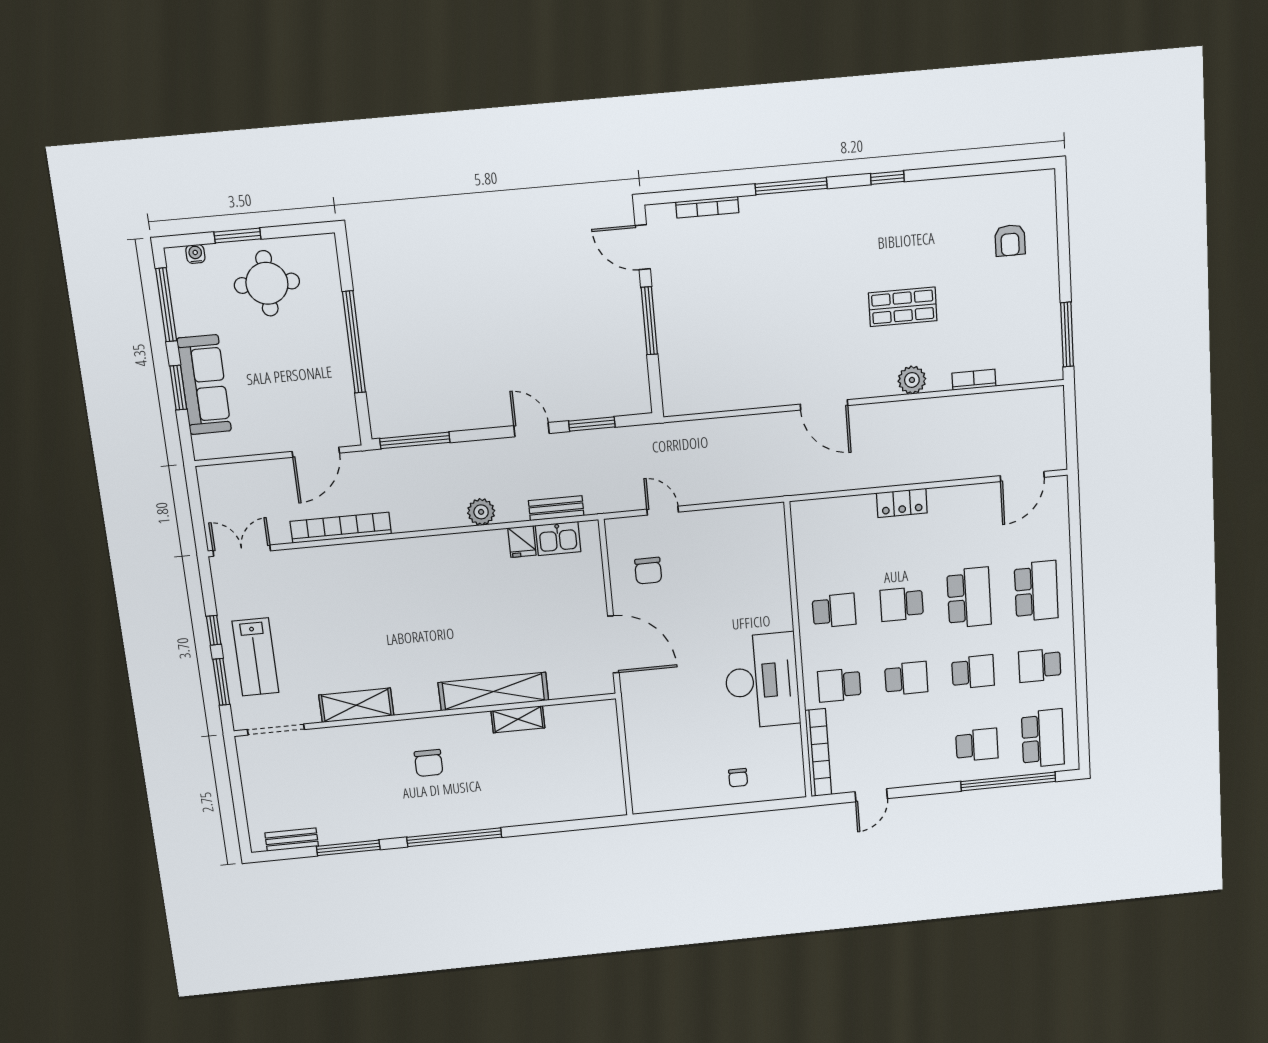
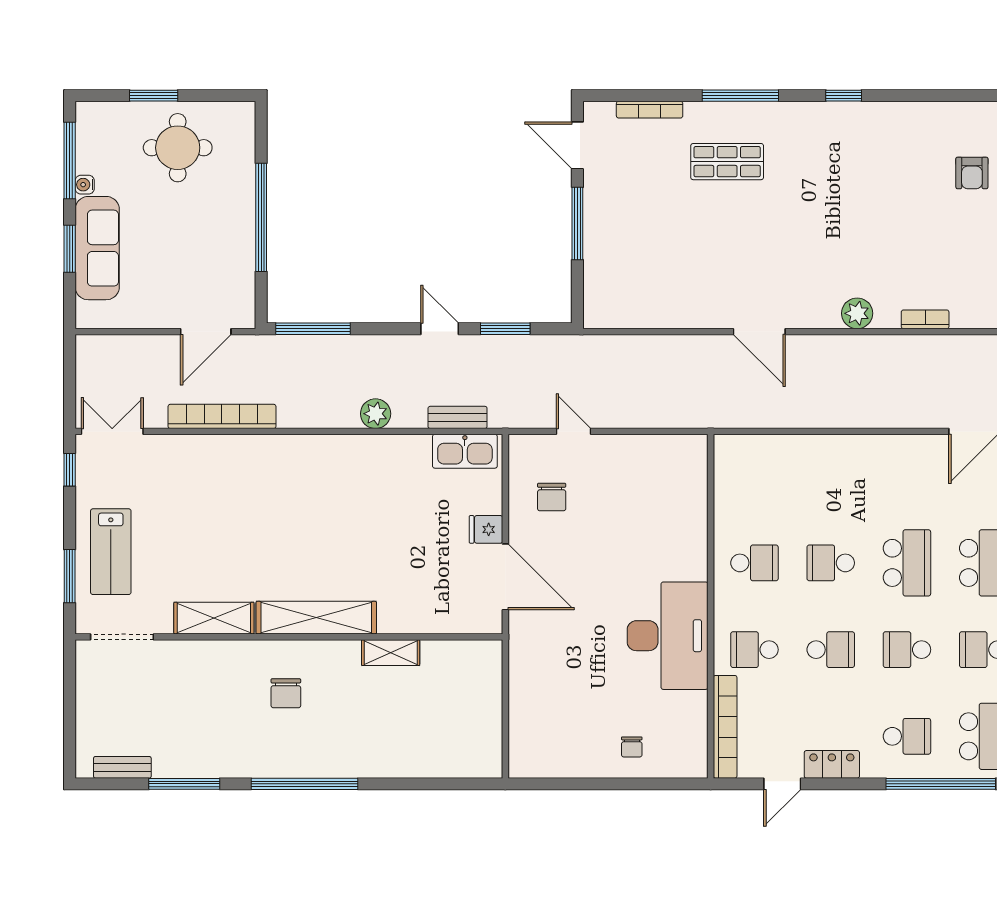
water cooler: (195, 254) -> (85, 185), moved, turned -90
shop shelf: (903, 307) -> (727, 162), moved
locker: (902, 503) -> (832, 764), moved, turned 180
kitchen sink: (558, 538) -> (465, 451), width x1.38
fridge: (522, 542) -> (486, 529), moved, turned 90
window: (214, 630) -> (70, 470), moved
school desk: (973, 672) -> (907, 650), turned 180
shelving: (493, 691) -> (316, 618), moved

